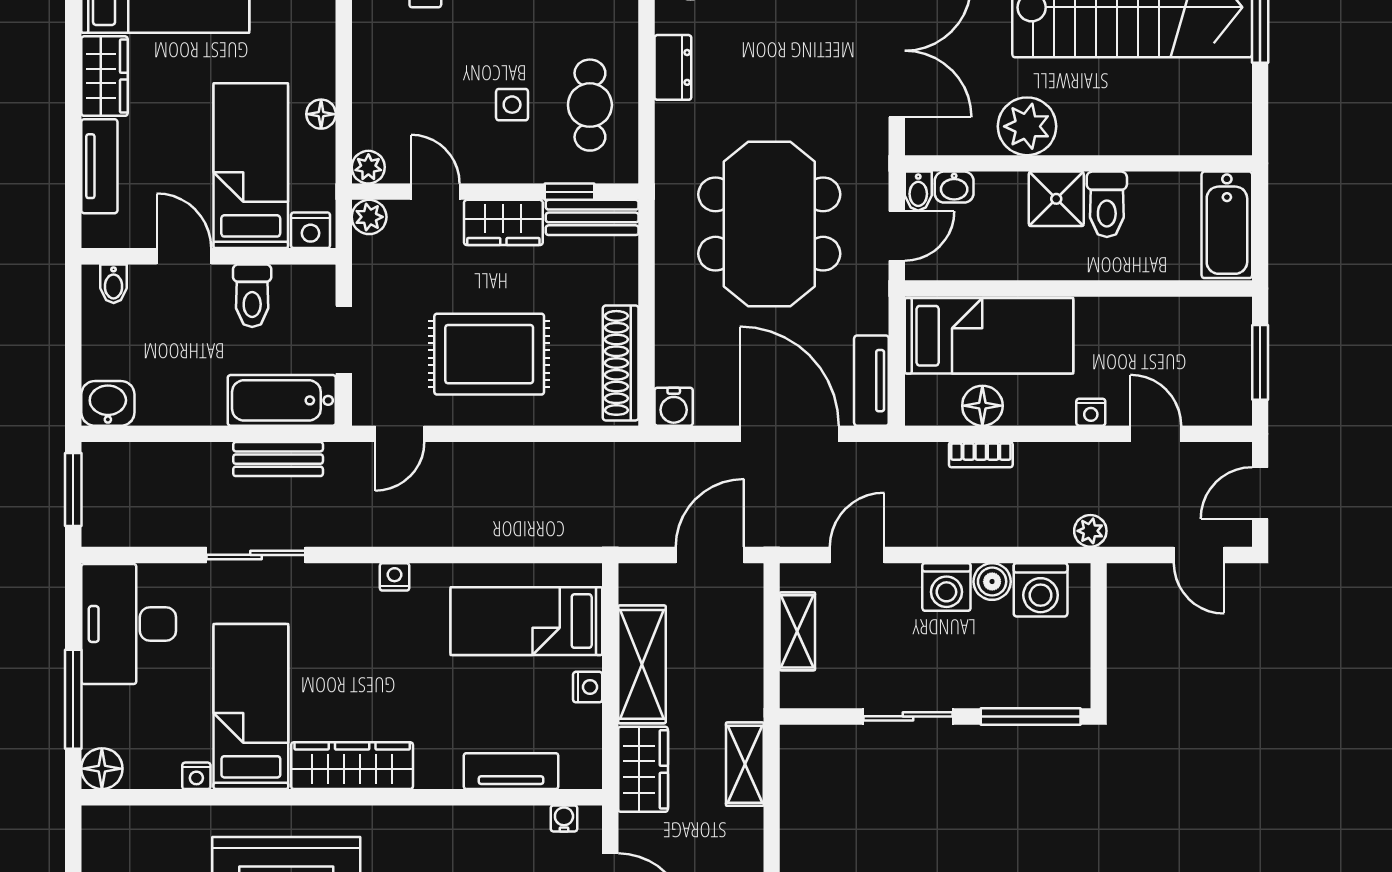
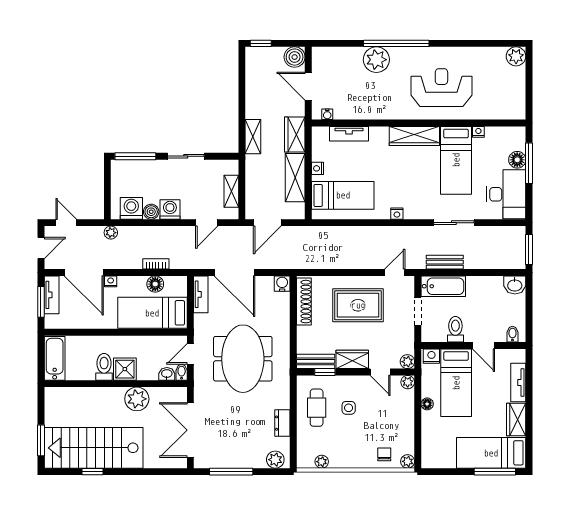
tv unit: (1234, 379) -> (52, 295), added
door: (1156, 434) -> (84, 272), width x1.88
floor lamp: (102, 769) -> (517, 160), moved

